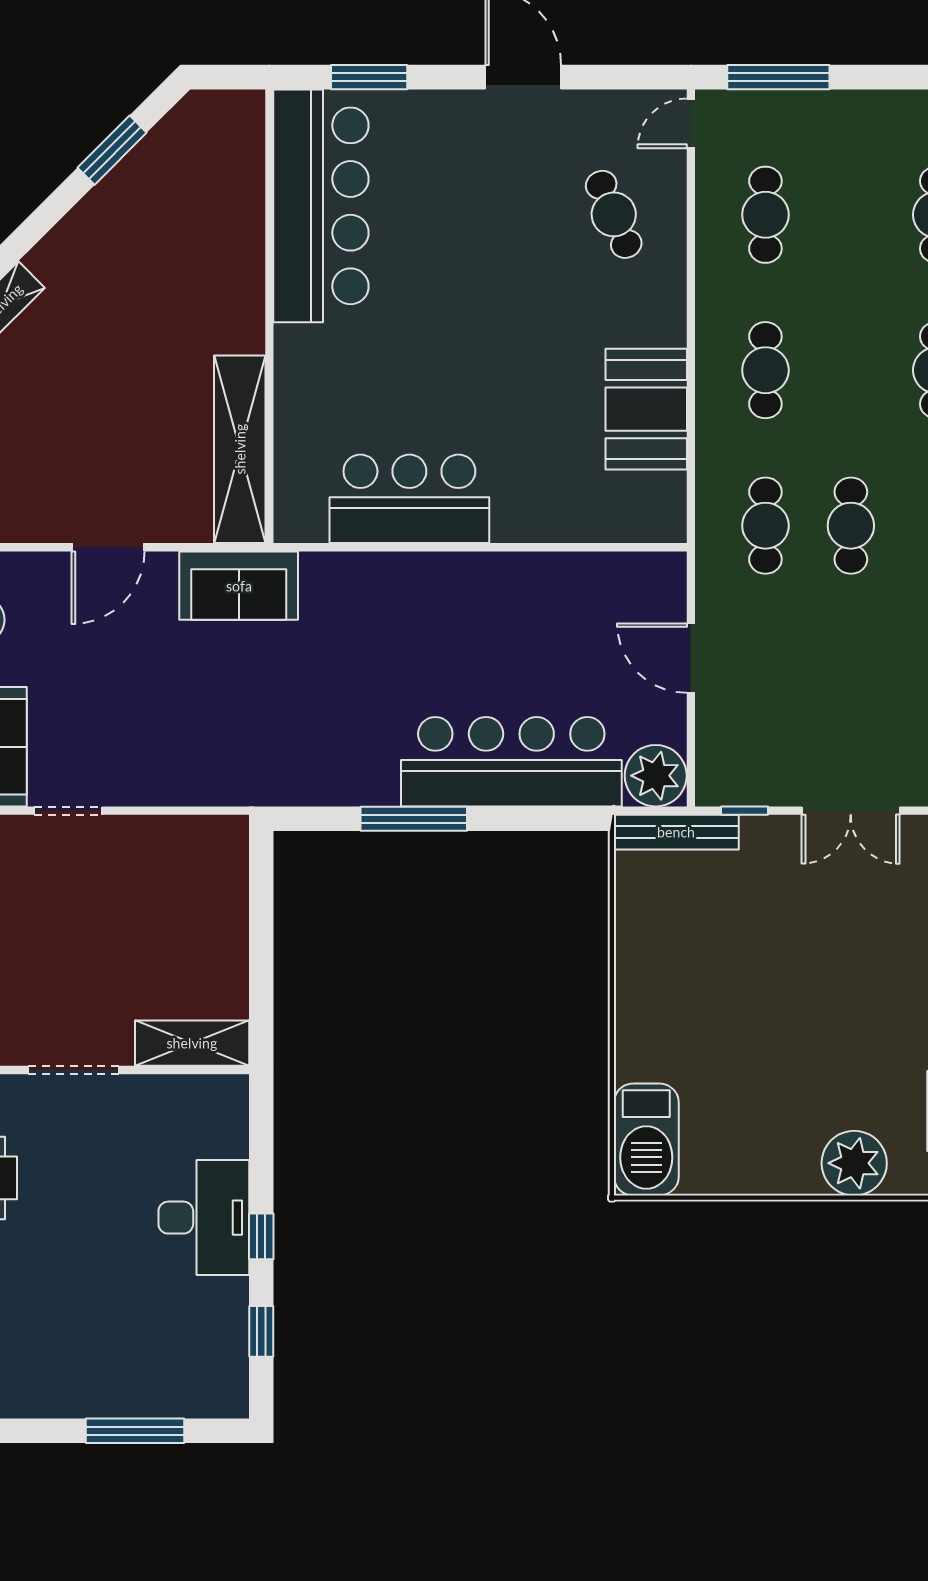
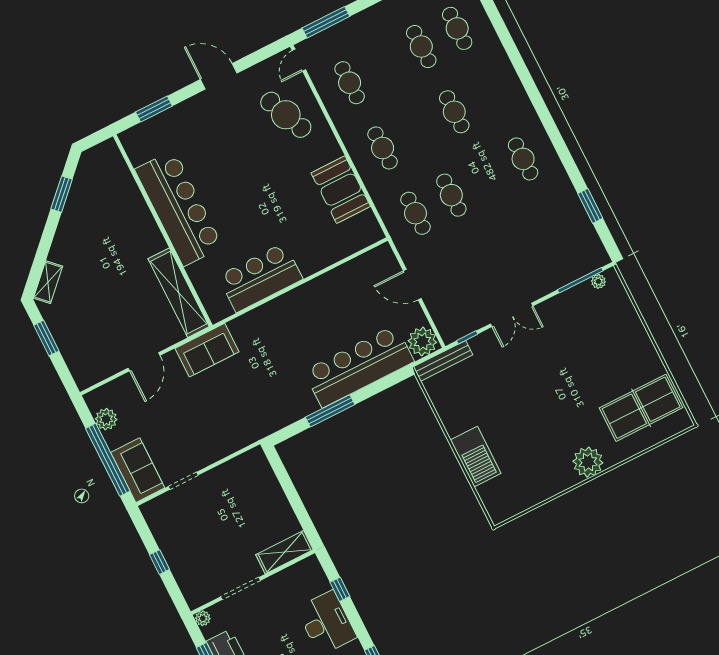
bar counter: (321, 206) -> (179, 208), moved
cafe table: (614, 214) -> (286, 115), width x1.37, depth x1.35
barbecue: (646, 1140) -> (476, 457), moved
window: (261, 1236) -> (340, 589), moved

